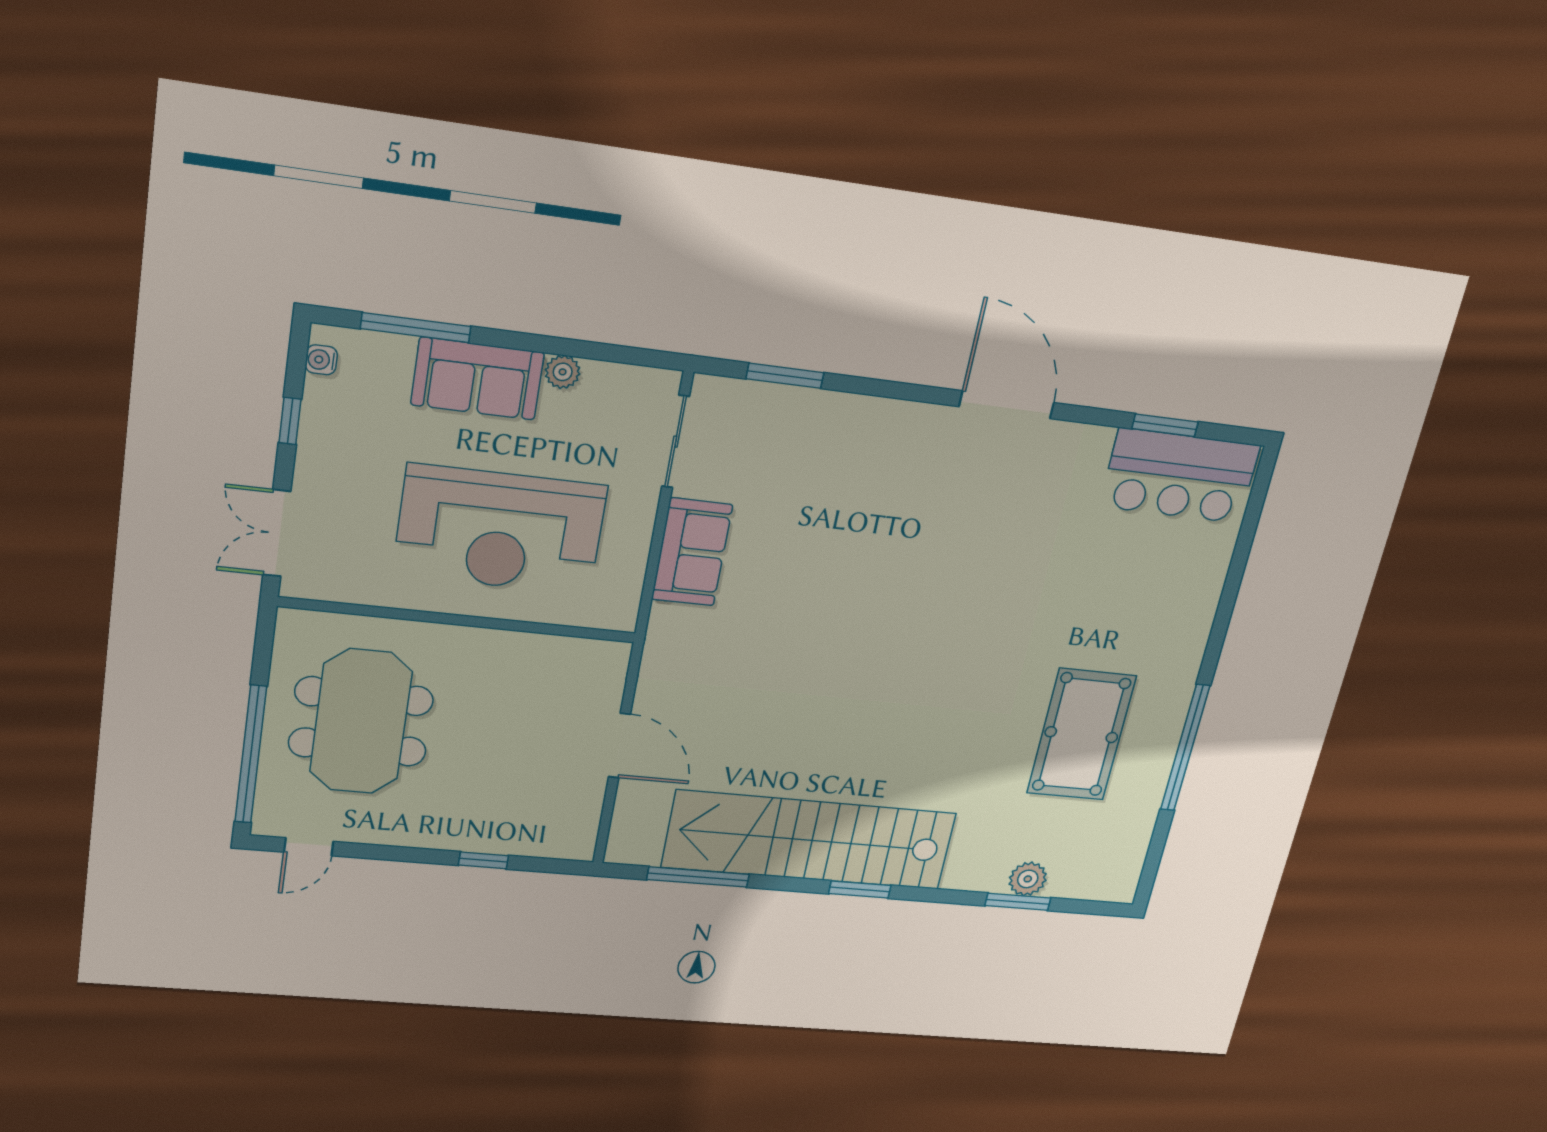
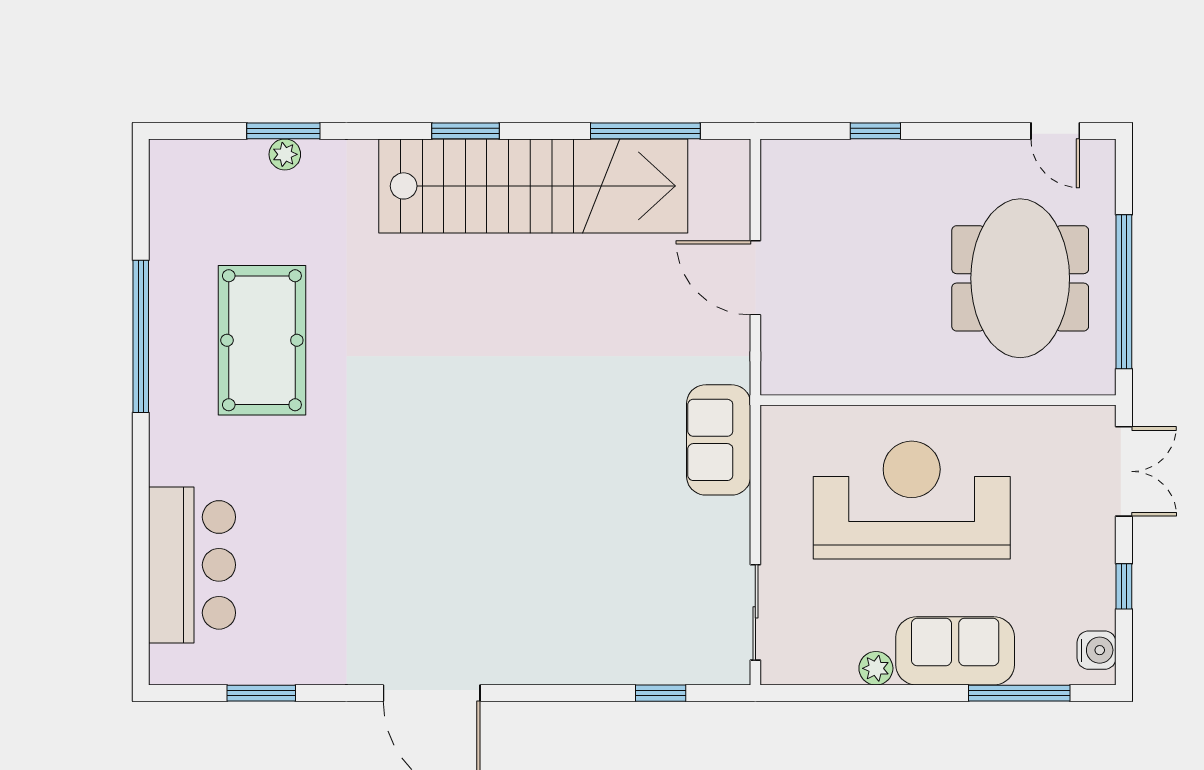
water cooler: (321, 360) -> (1097, 650), width x1.38, depth x1.38
window: (785, 376) -> (661, 693), width x0.67
bar counter: (1180, 476) -> (192, 565), moved, turned 90
sofa: (692, 552) -> (719, 440), moved
window: (251, 755) -> (1124, 292), moved
door: (309, 847) -> (1055, 131), swing flipped
plant: (1028, 879) -> (285, 154), width x0.73, depth x0.73

